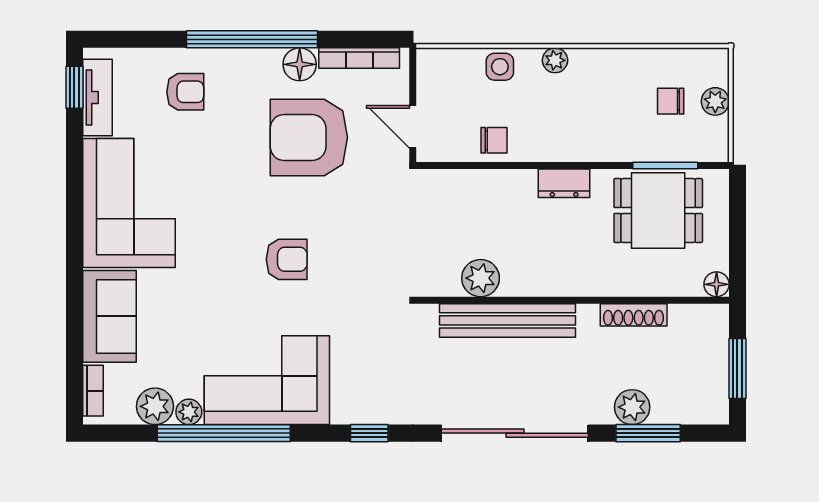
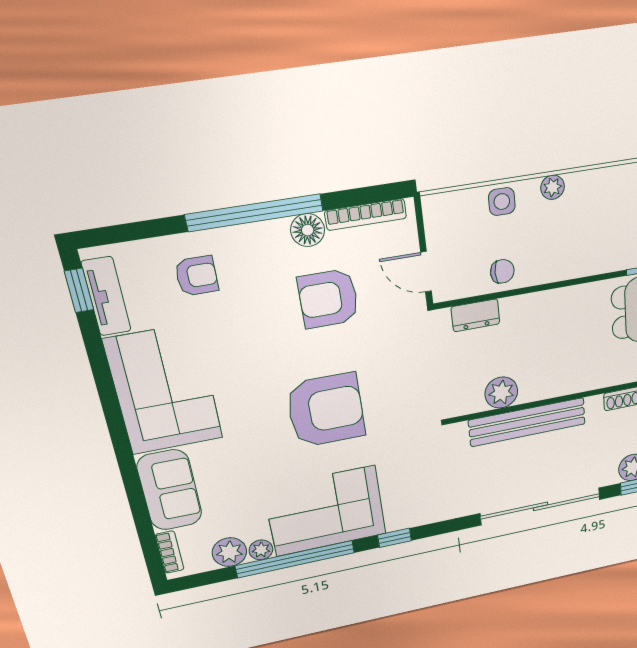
armchair: (309, 137) -> (328, 299), width x0.73, depth x0.73
dresser: (564, 183) -> (475, 315), moved
armchair: (287, 259) -> (326, 410), width x1.88, depth x1.88
window: (369, 433) -> (394, 538), moved

